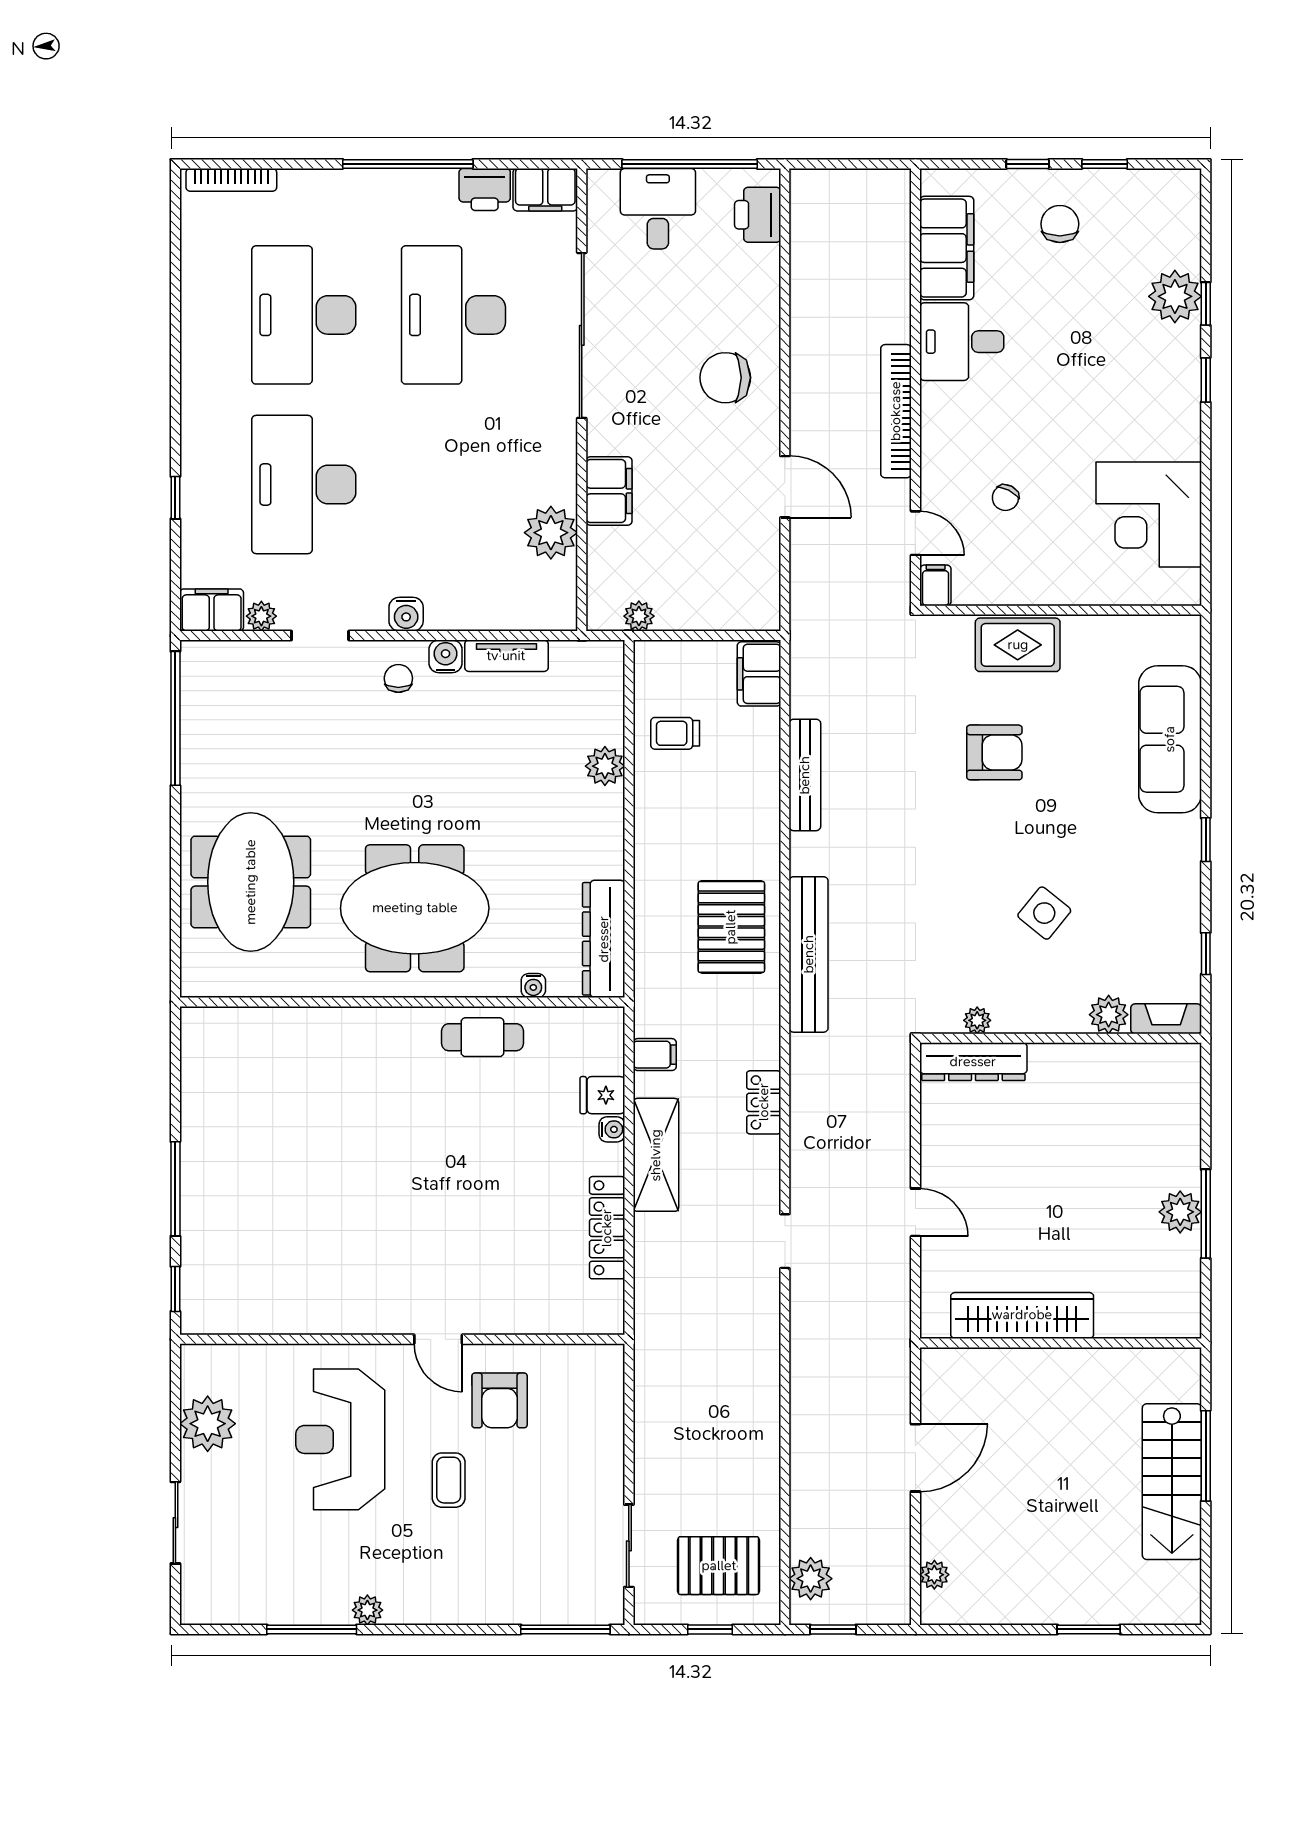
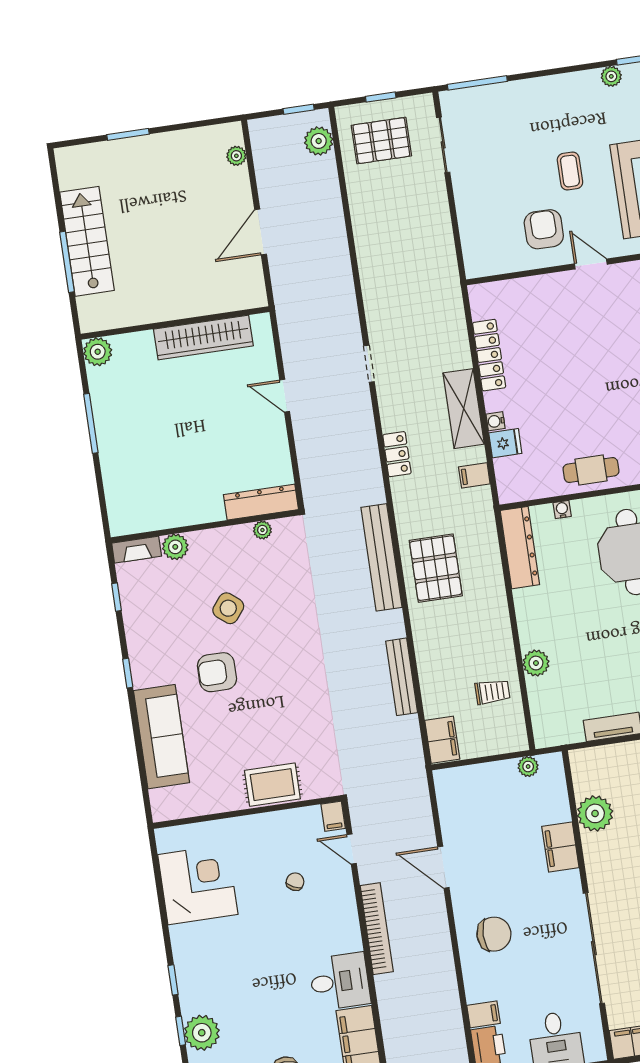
filing cabinet: (758, 262) -> (484, 1014), added
armchair: (994, 752) -> (217, 672), moved
plant: (1180, 1212) -> (98, 352), moved

